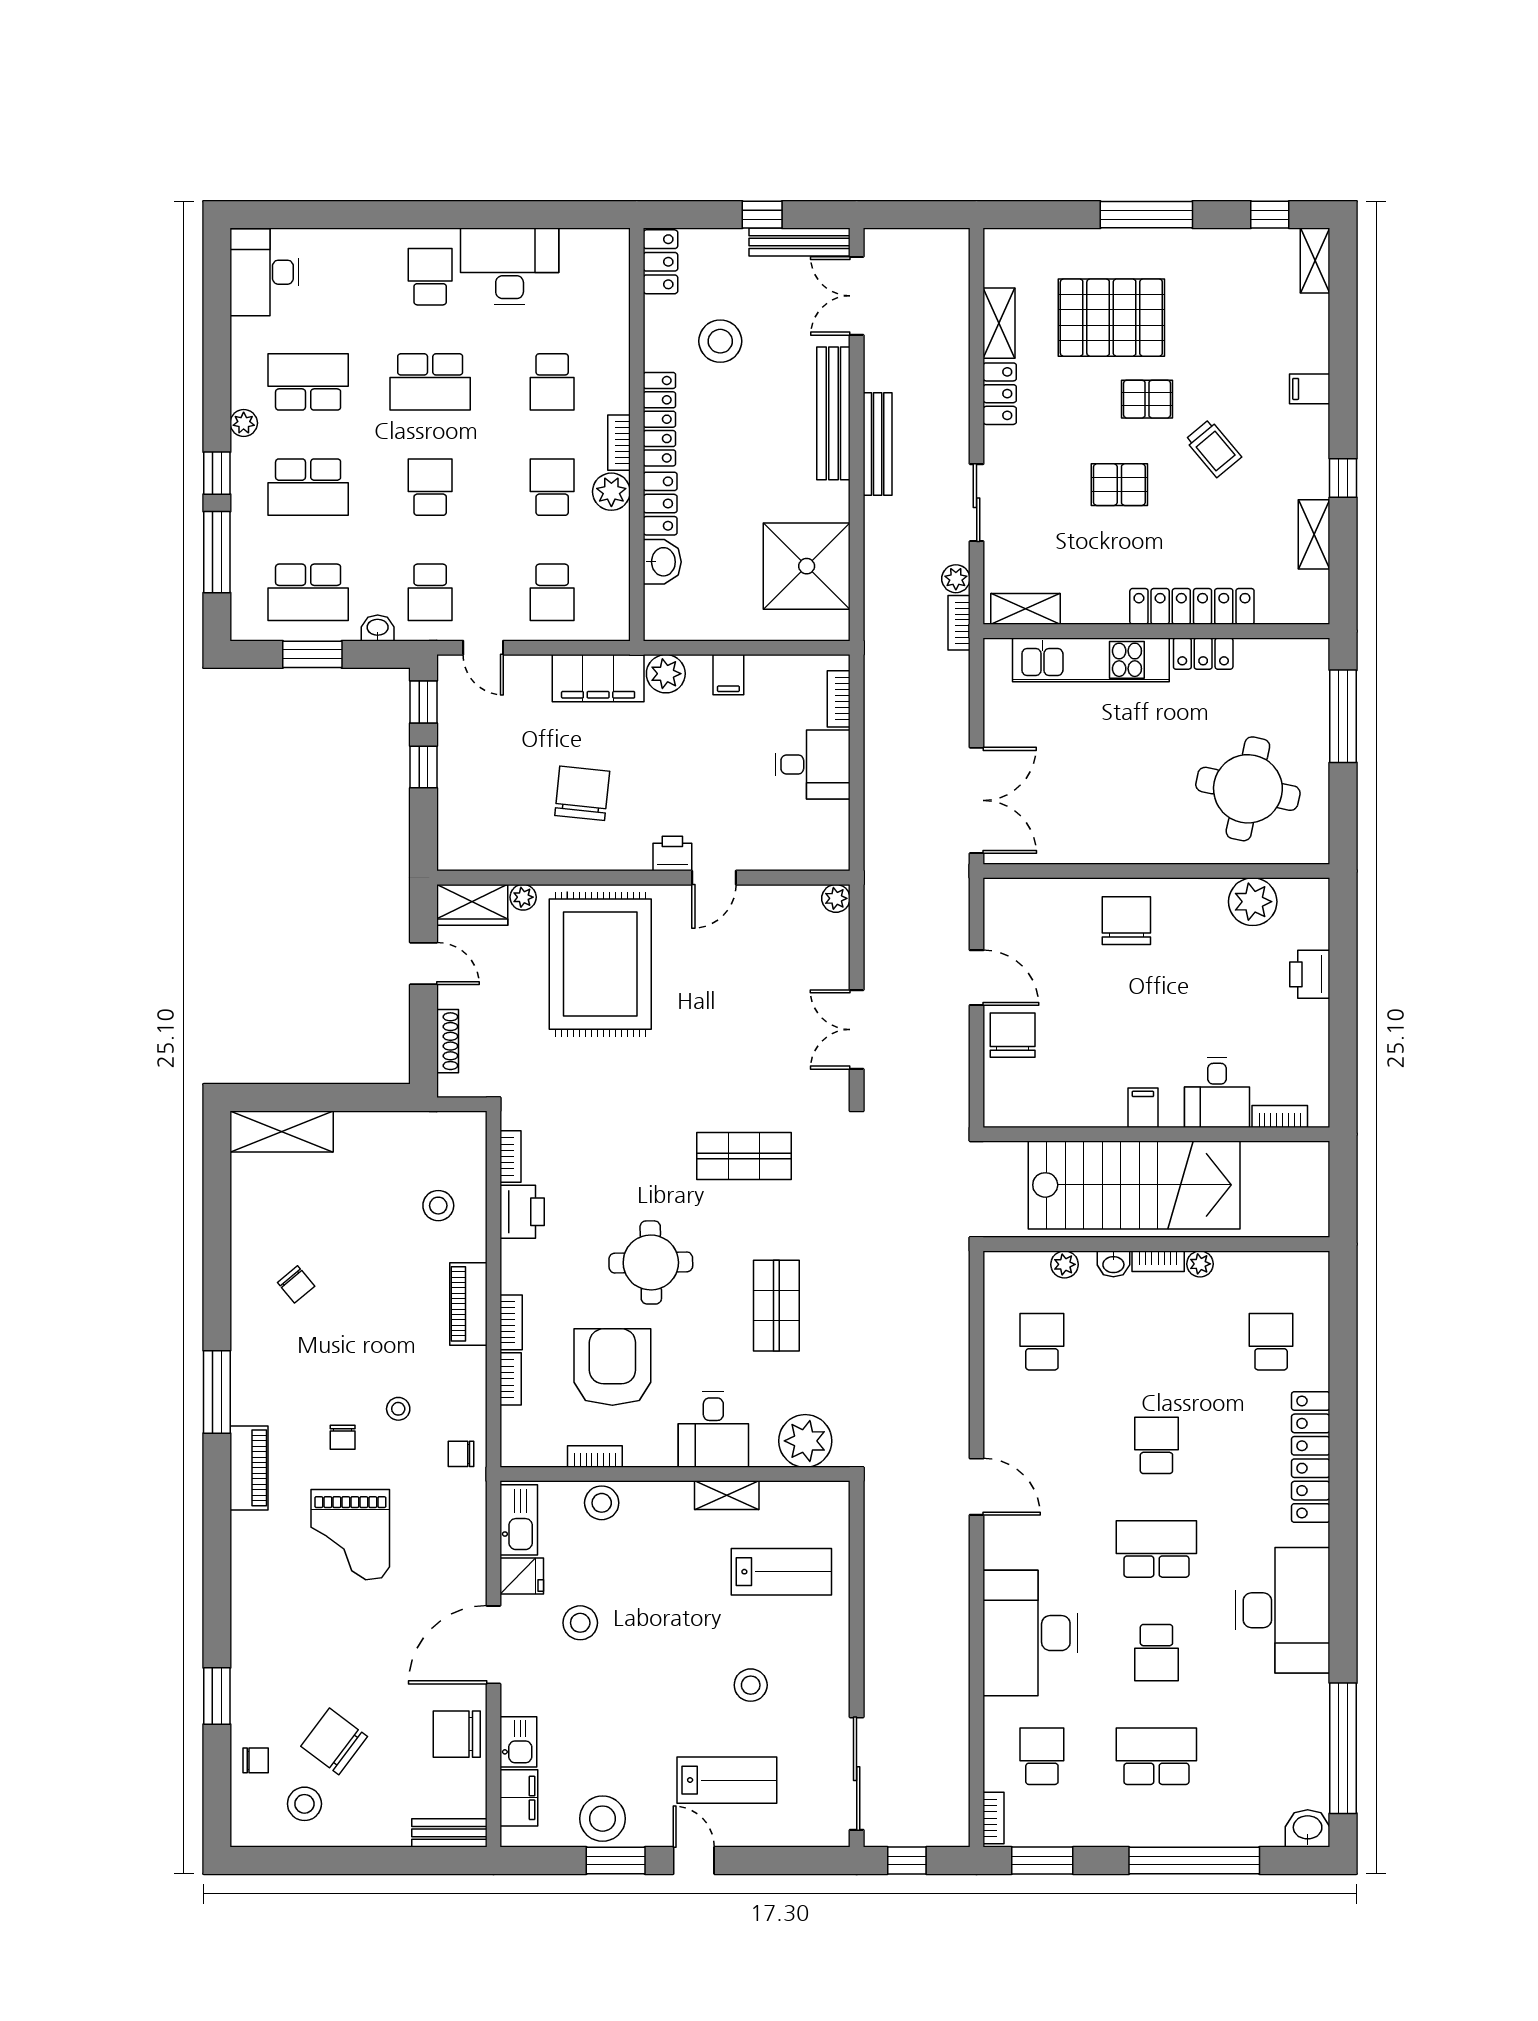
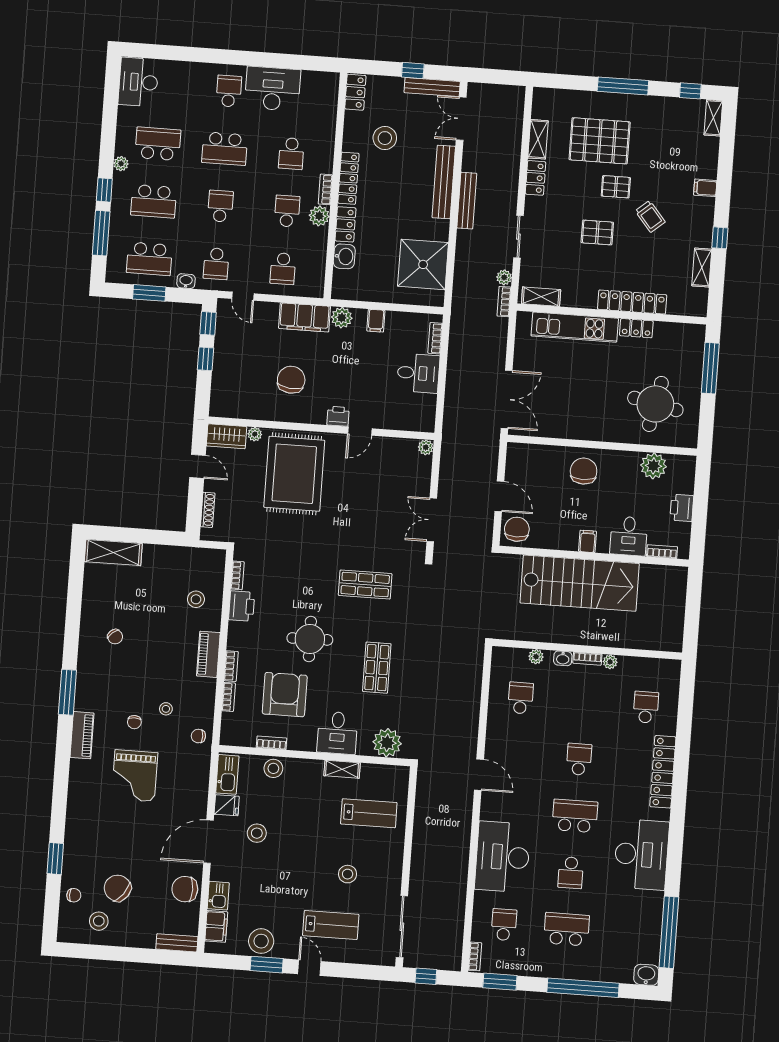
desk: (1217, 1093) -> (629, 536), moved
filing cabinet: (1143, 1108) -> (588, 541), moved
bookcase: (1280, 1116) -> (662, 552), moved
wall: (1156, 1134) -> (594, 556), moved
stairs: (1134, 1185) -> (580, 583), moved

